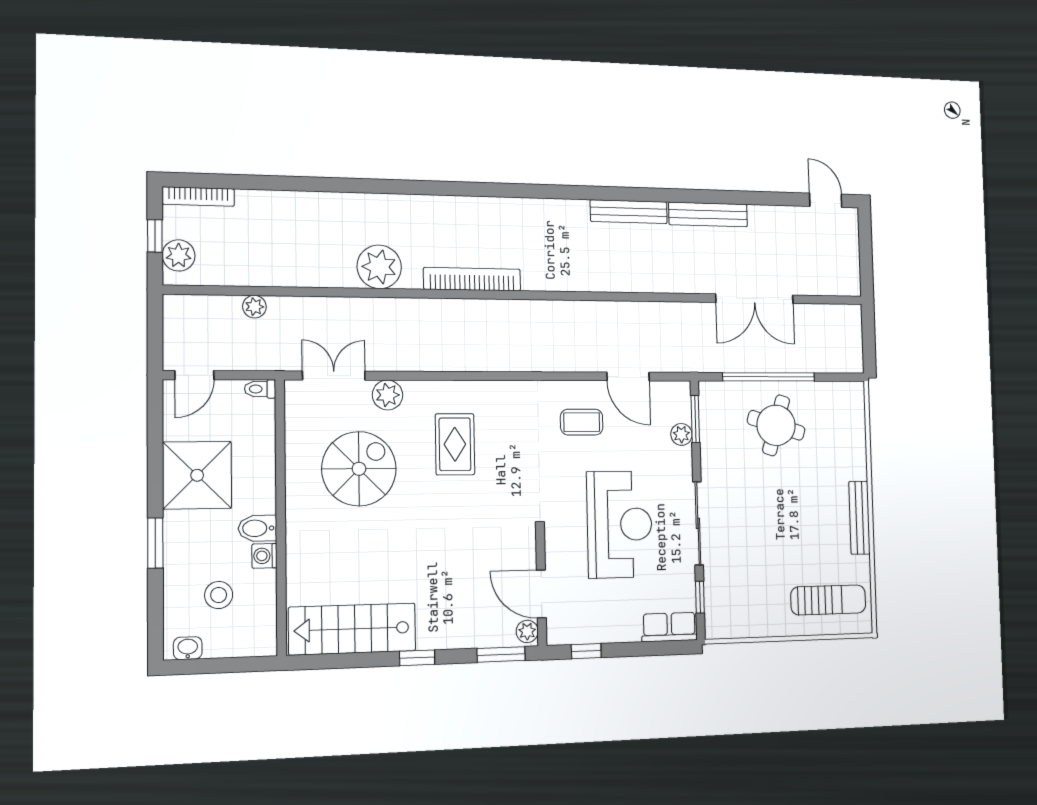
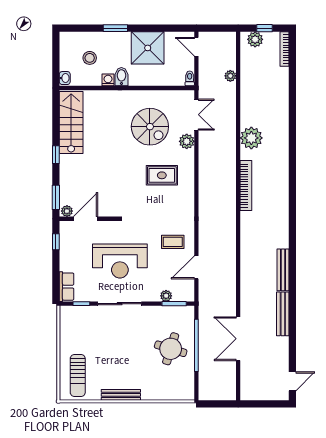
coffee table: (582, 422) -> (173, 242), turned 90
washbasin: (188, 648) -> (65, 78), moved

